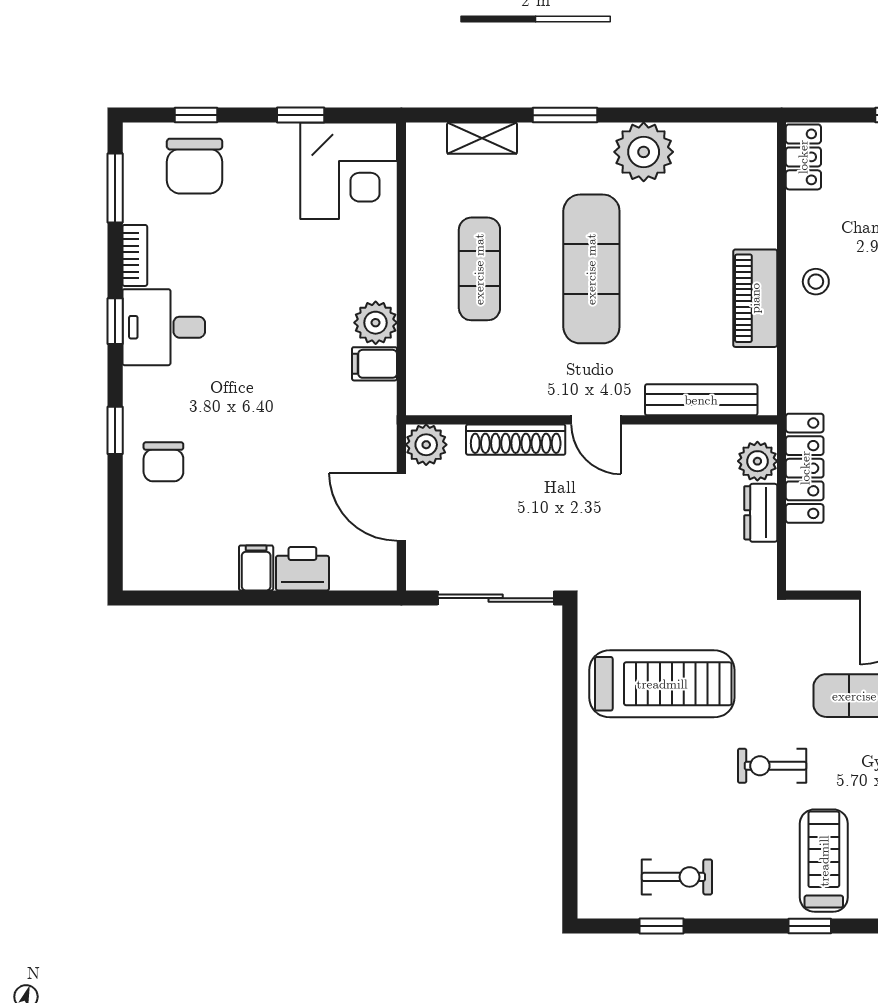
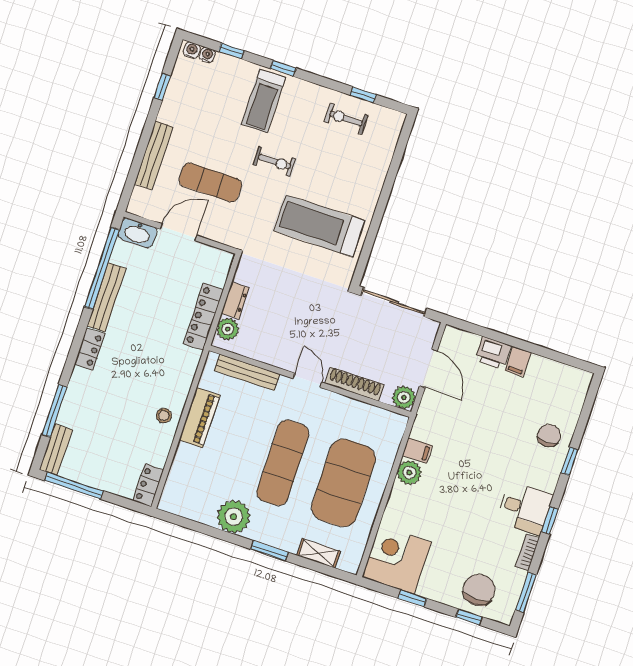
exercise mat: (479, 269) -> (343, 483), width x2.00, depth x1.45

